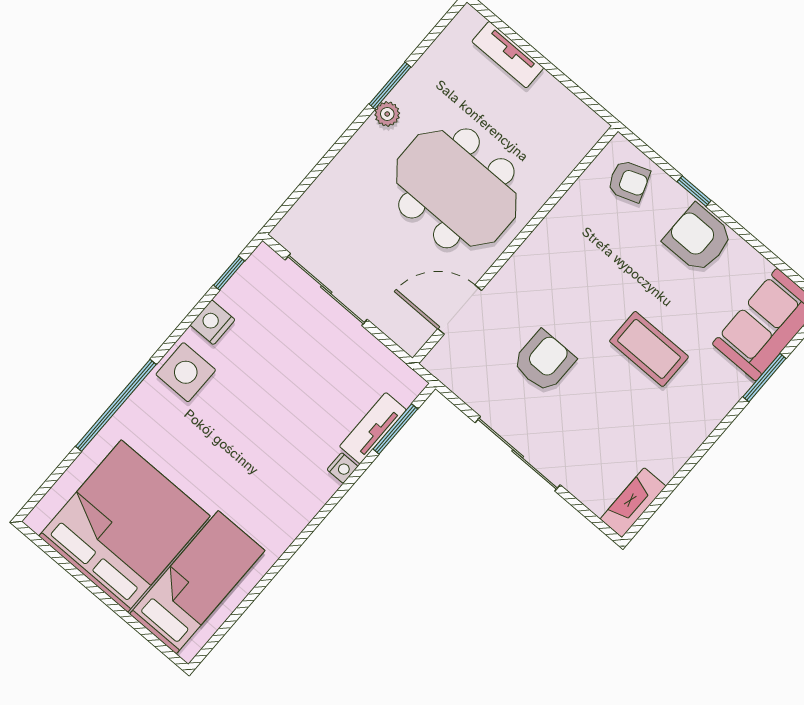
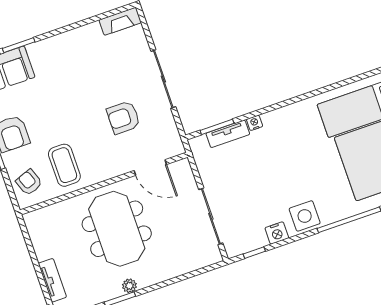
coffee table: (649, 349) -> (64, 165), moved

